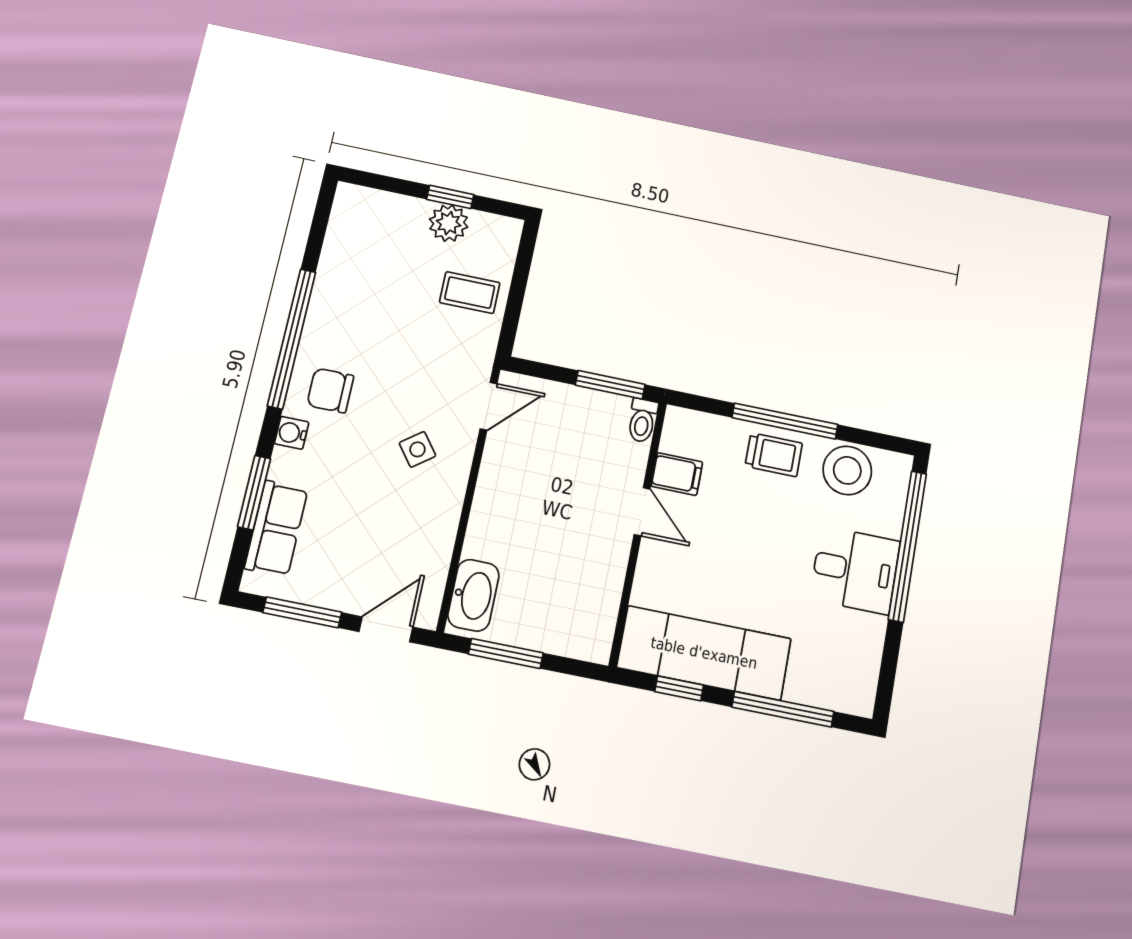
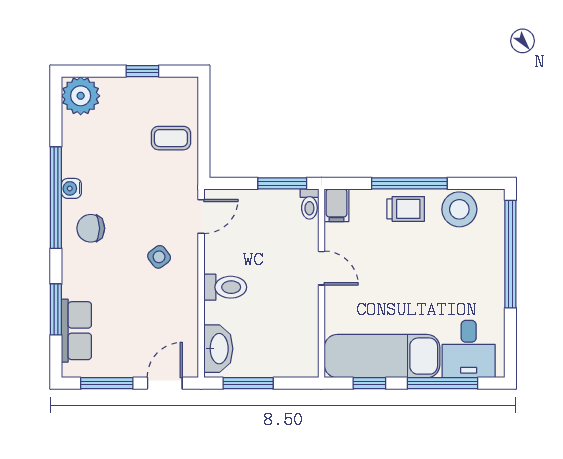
plant: (449, 223) -> (81, 96), moved, width x1.36, depth x1.36
water cooler: (292, 433) -> (71, 188), moved
filing cabinet: (677, 474) -> (337, 205), moved, turned 90
toilet: (502, 511) -> (225, 287), added
desk: (855, 570) -> (469, 349), moved, turned 90

